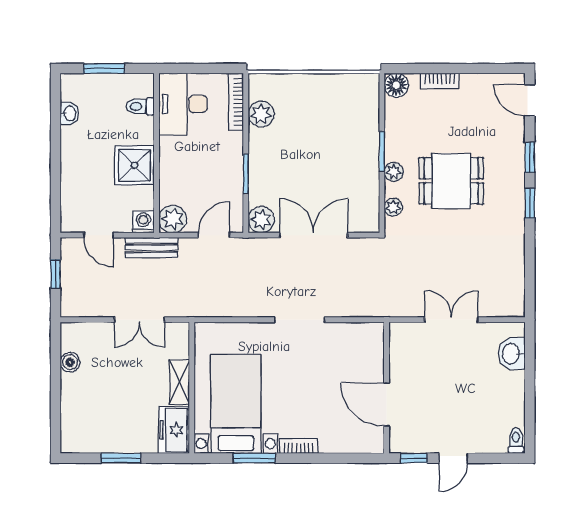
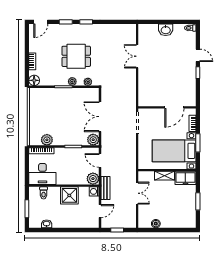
dining table: (451, 181) -> (76, 56), turned 90
washbasin: (512, 354) -> (166, 30), moved
wall: (387, 388) -> (167, 107), moved
door: (387, 405) -> (174, 107), moved

